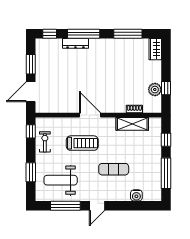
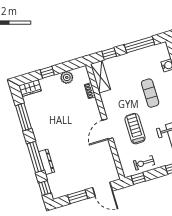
window: (166, 88) -> (47, 72), moved
shelving: (132, 124) -> (100, 77), moved

